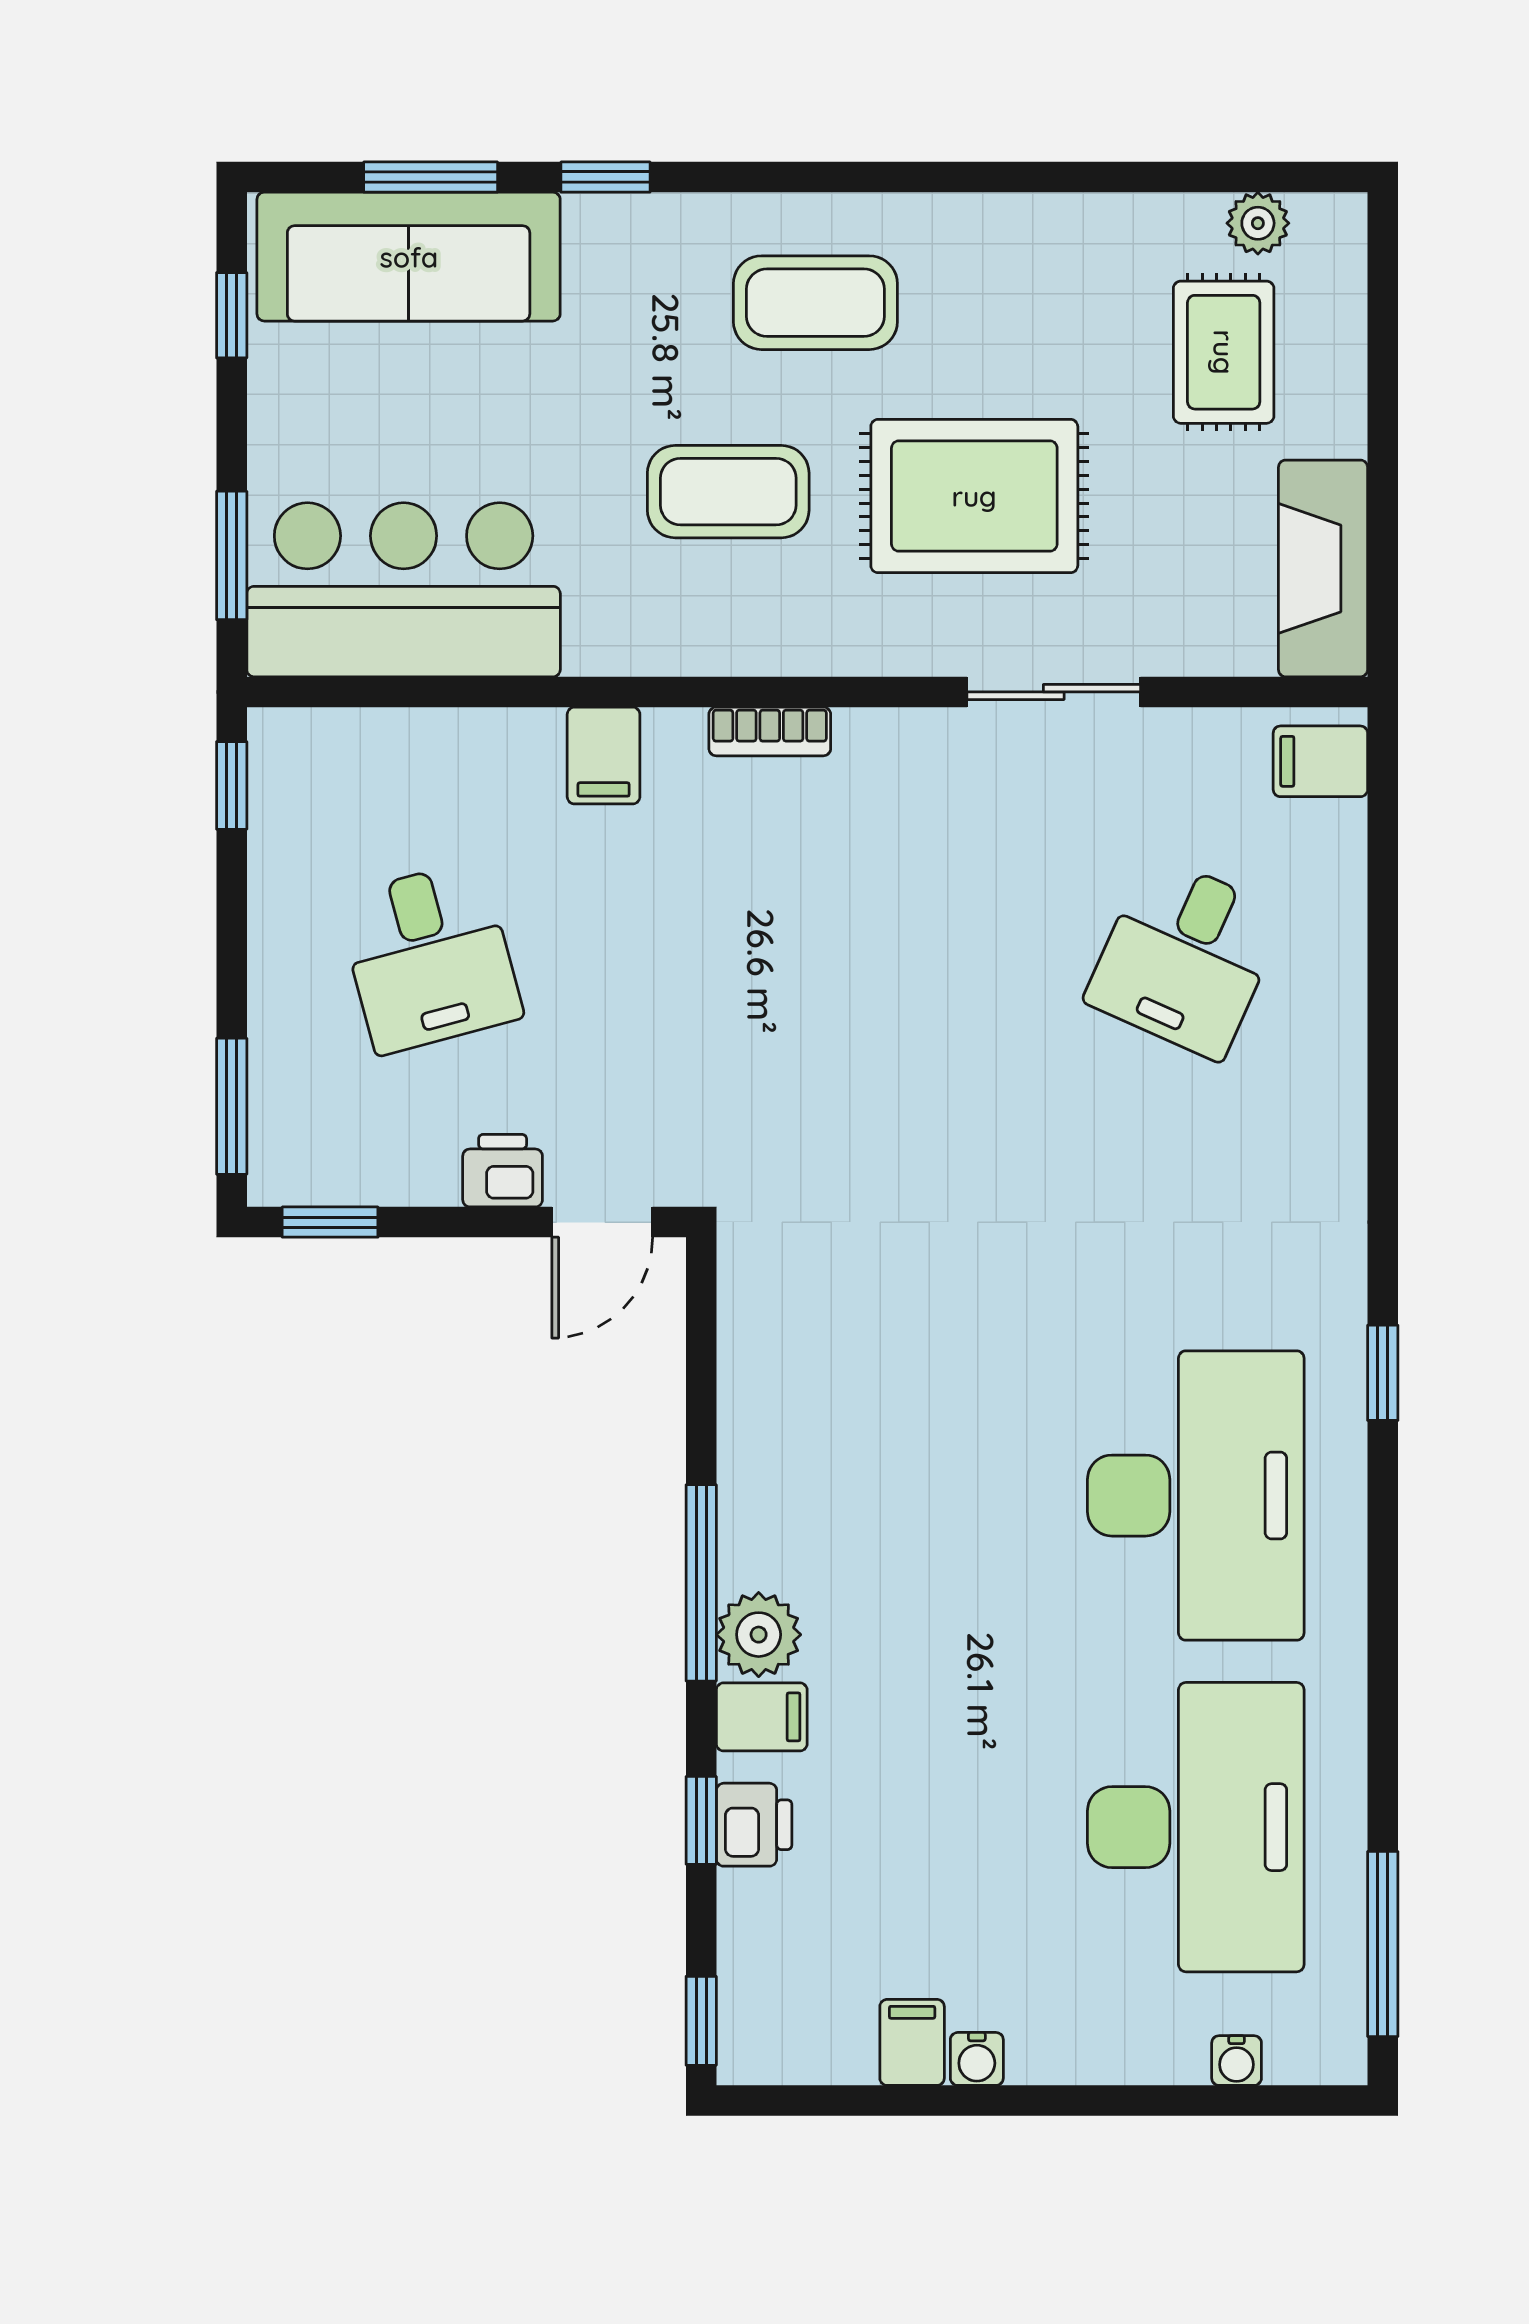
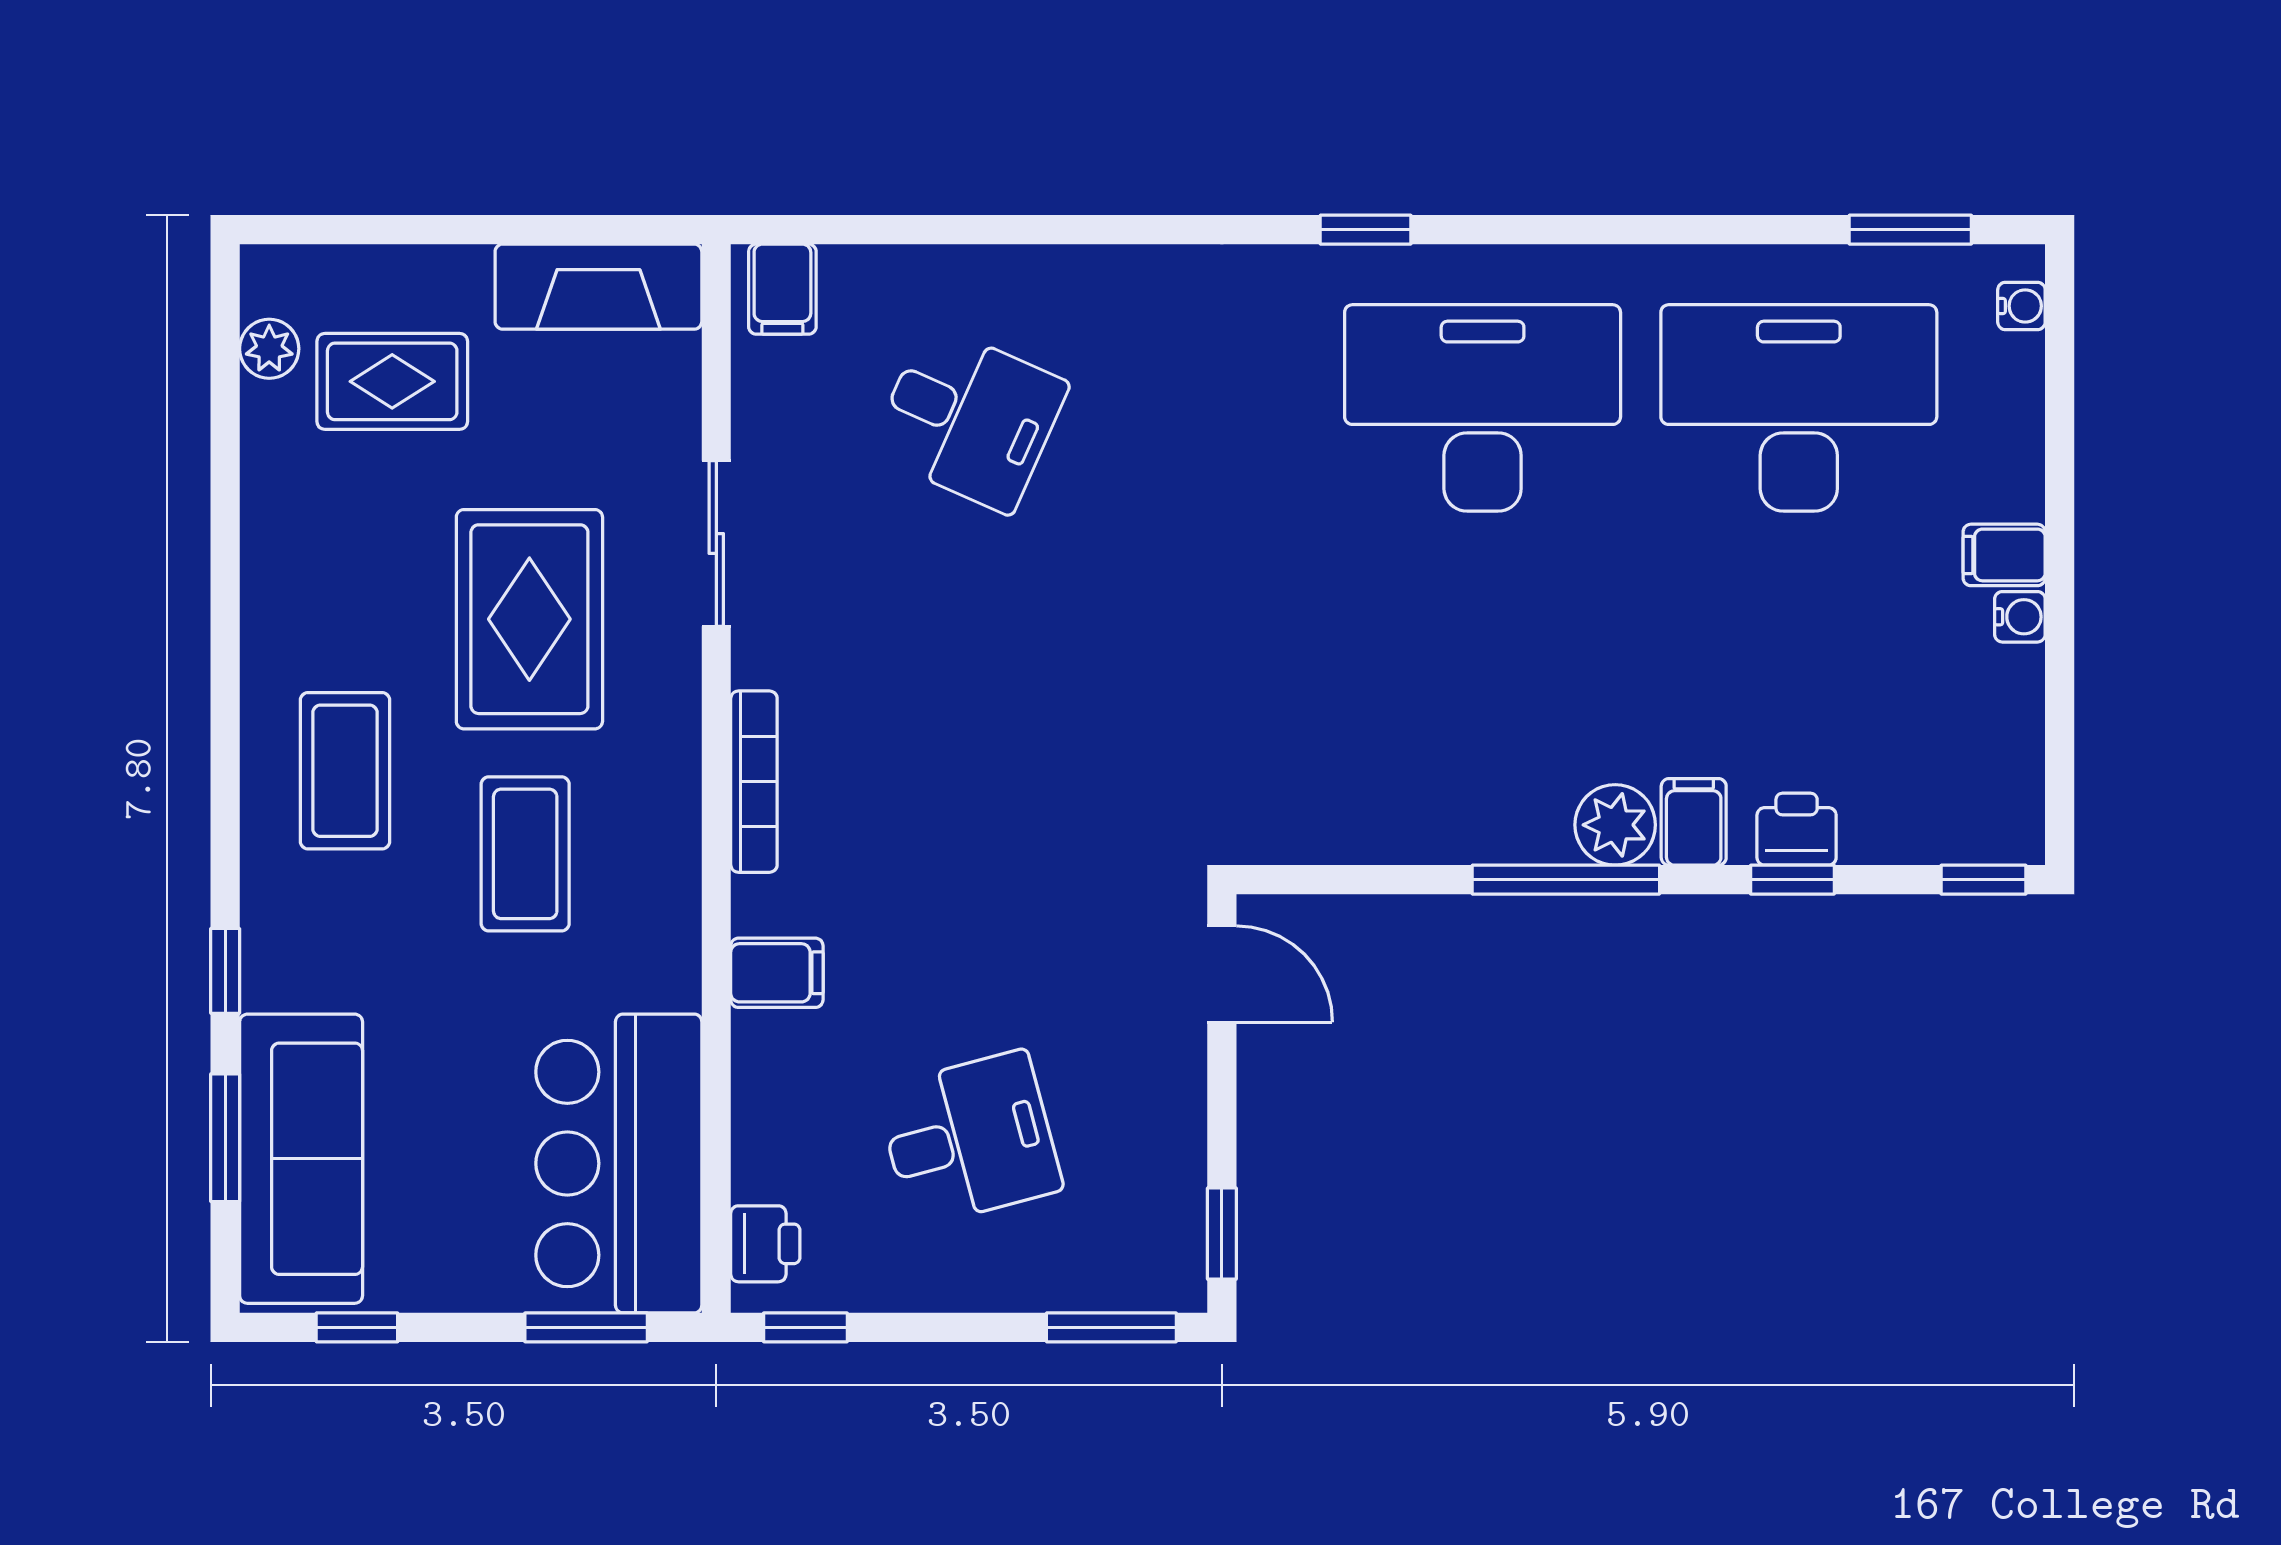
bookcase: (770, 731) -> (754, 782), width x1.56
printer: (503, 1171) -> (765, 1244), moved, turned 180
window: (1383, 1944) -> (1910, 230), width x0.69
filing cabinet: (912, 2042) -> (2004, 555), moved
water cooler: (1237, 2061) -> (2021, 306), moved

